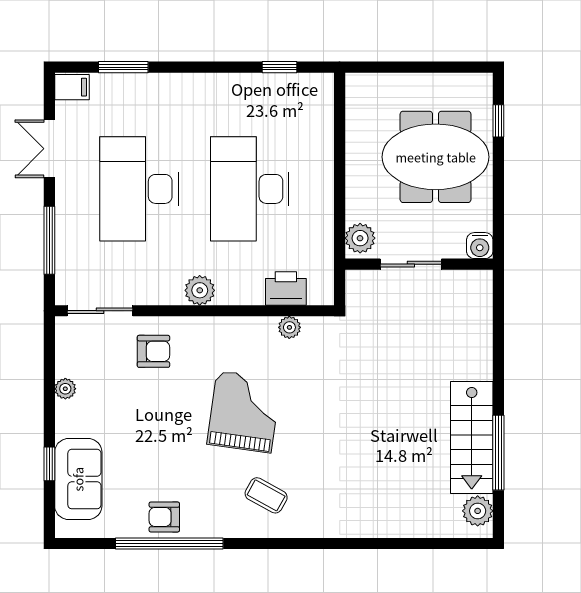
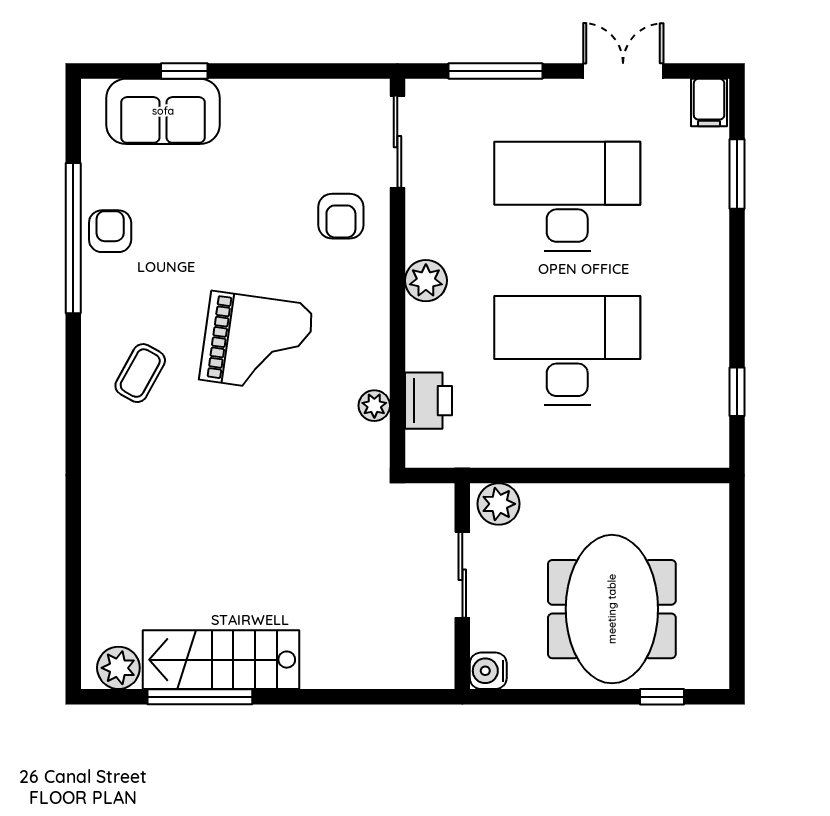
plant: (65, 389) -> (289, 93), removed

